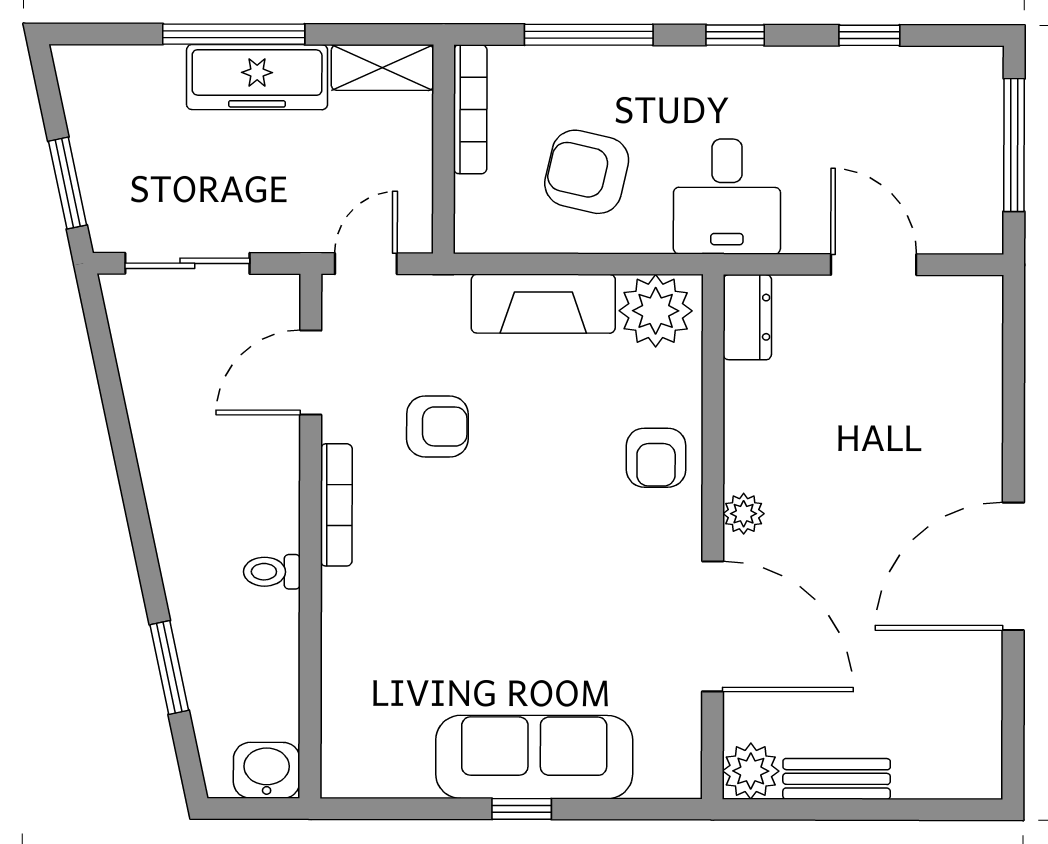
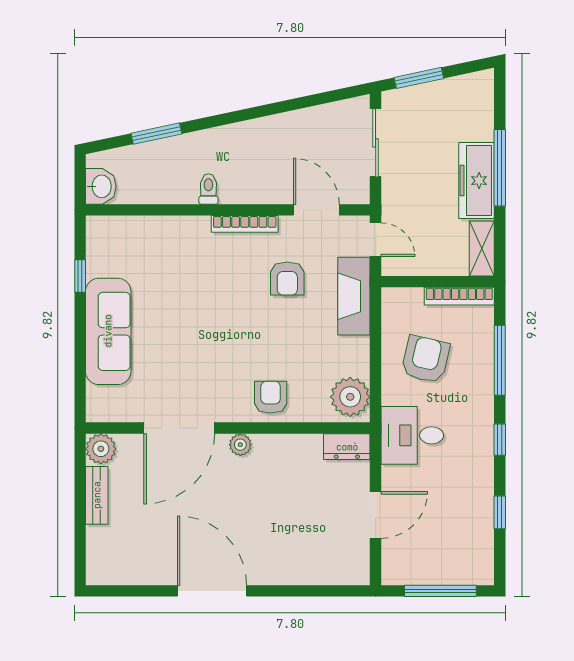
fireplace: (543, 304) -> (354, 296), moved
armchair: (656, 458) -> (271, 397), turned 90
window: (522, 809) -> (80, 276), moved

